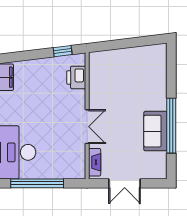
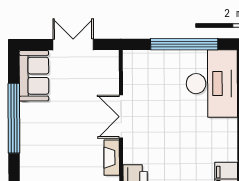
sofa: (155, 131) -> (34, 76), moved
fireplace: (95, 162) -> (112, 158), moved

